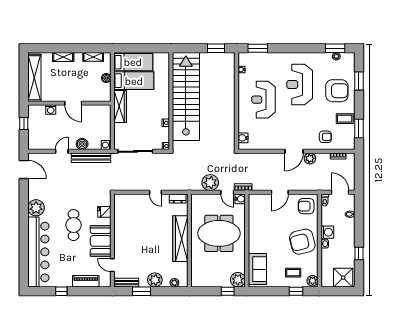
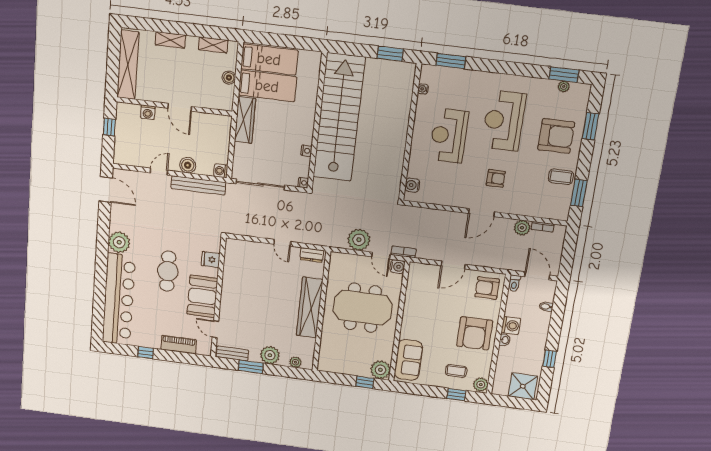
armchair: (325, 137) -> (496, 178), moved
plant: (310, 158) -> (522, 228), moved
armchair: (302, 242) -> (475, 333), turned -76

